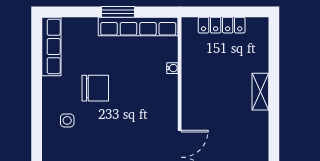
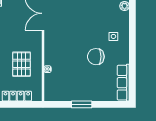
row of seats: (138, 27) -> (69, 95), removed
pallet: (214, 76) -> (22, 64), added

